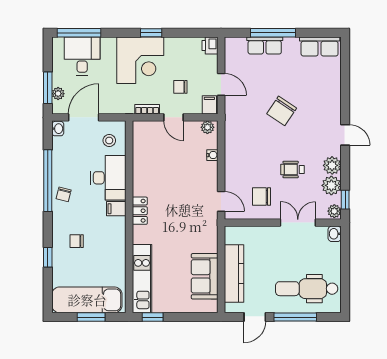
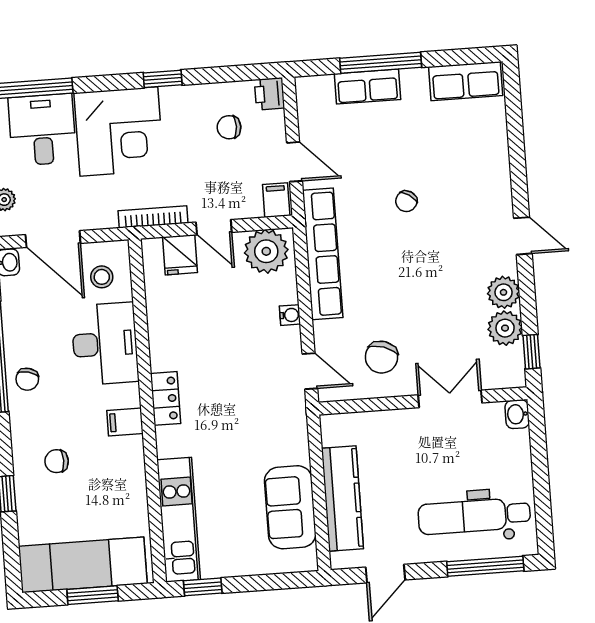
corner desk: (140, 60) -> (119, 131), moved
chair: (180, 87) -> (229, 127), moved
bookcase: (147, 109) -> (153, 217), width x1.56
chair: (282, 111) -> (406, 201), width x0.54, depth x0.54
door: (84, 117) -> (53, 239), swing flipped
plant: (207, 127) -> (266, 251), width x1.87, depth x1.87
fridge: (154, 131) -> (180, 255), added
row of seats: (233, 137) -> (323, 254), added
water cooler: (212, 155) -> (290, 315), moved
wheelchair: (292, 170) -> (433, 305), removed
chair: (261, 197) -> (381, 357), turned -72
filing cabinet: (116, 209) -> (125, 422), moved
plant: (334, 211) -> (514, 374), removed
window: (295, 317) -> (485, 566), moved

